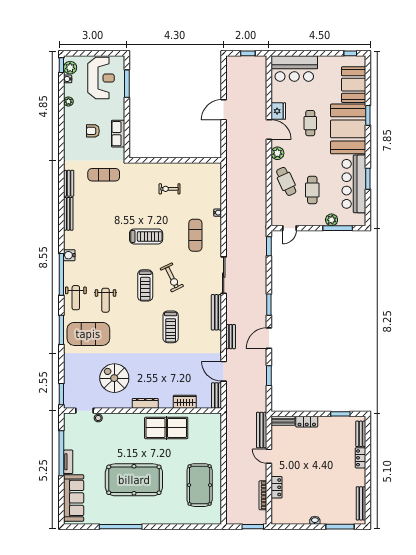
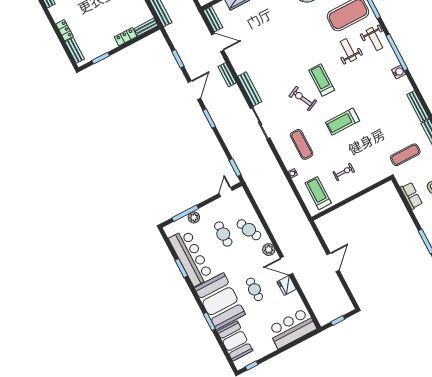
weight bench: (76, 298) -> (374, 39), turned 180
treadmill: (171, 327) -> (318, 193), moved

